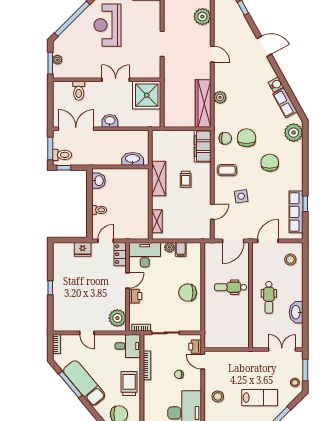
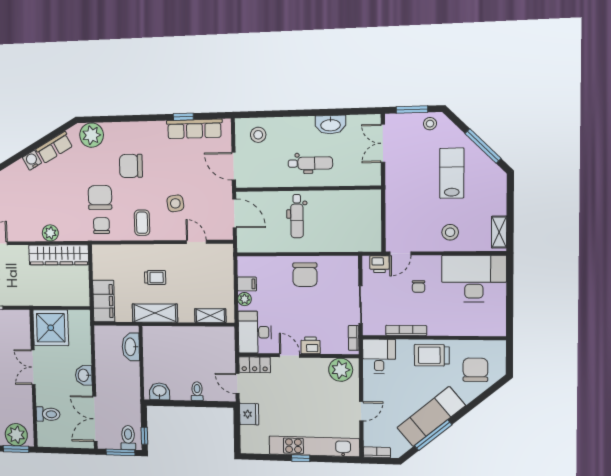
plant: (57, 60) -> (16, 435), width x1.88, depth x1.88
chair: (247, 138) -> (100, 197), turned 90
filing cabinet: (203, 146) -> (104, 301), moved, turned -90
kitchen unit: (59, 298) -> (314, 446), added

